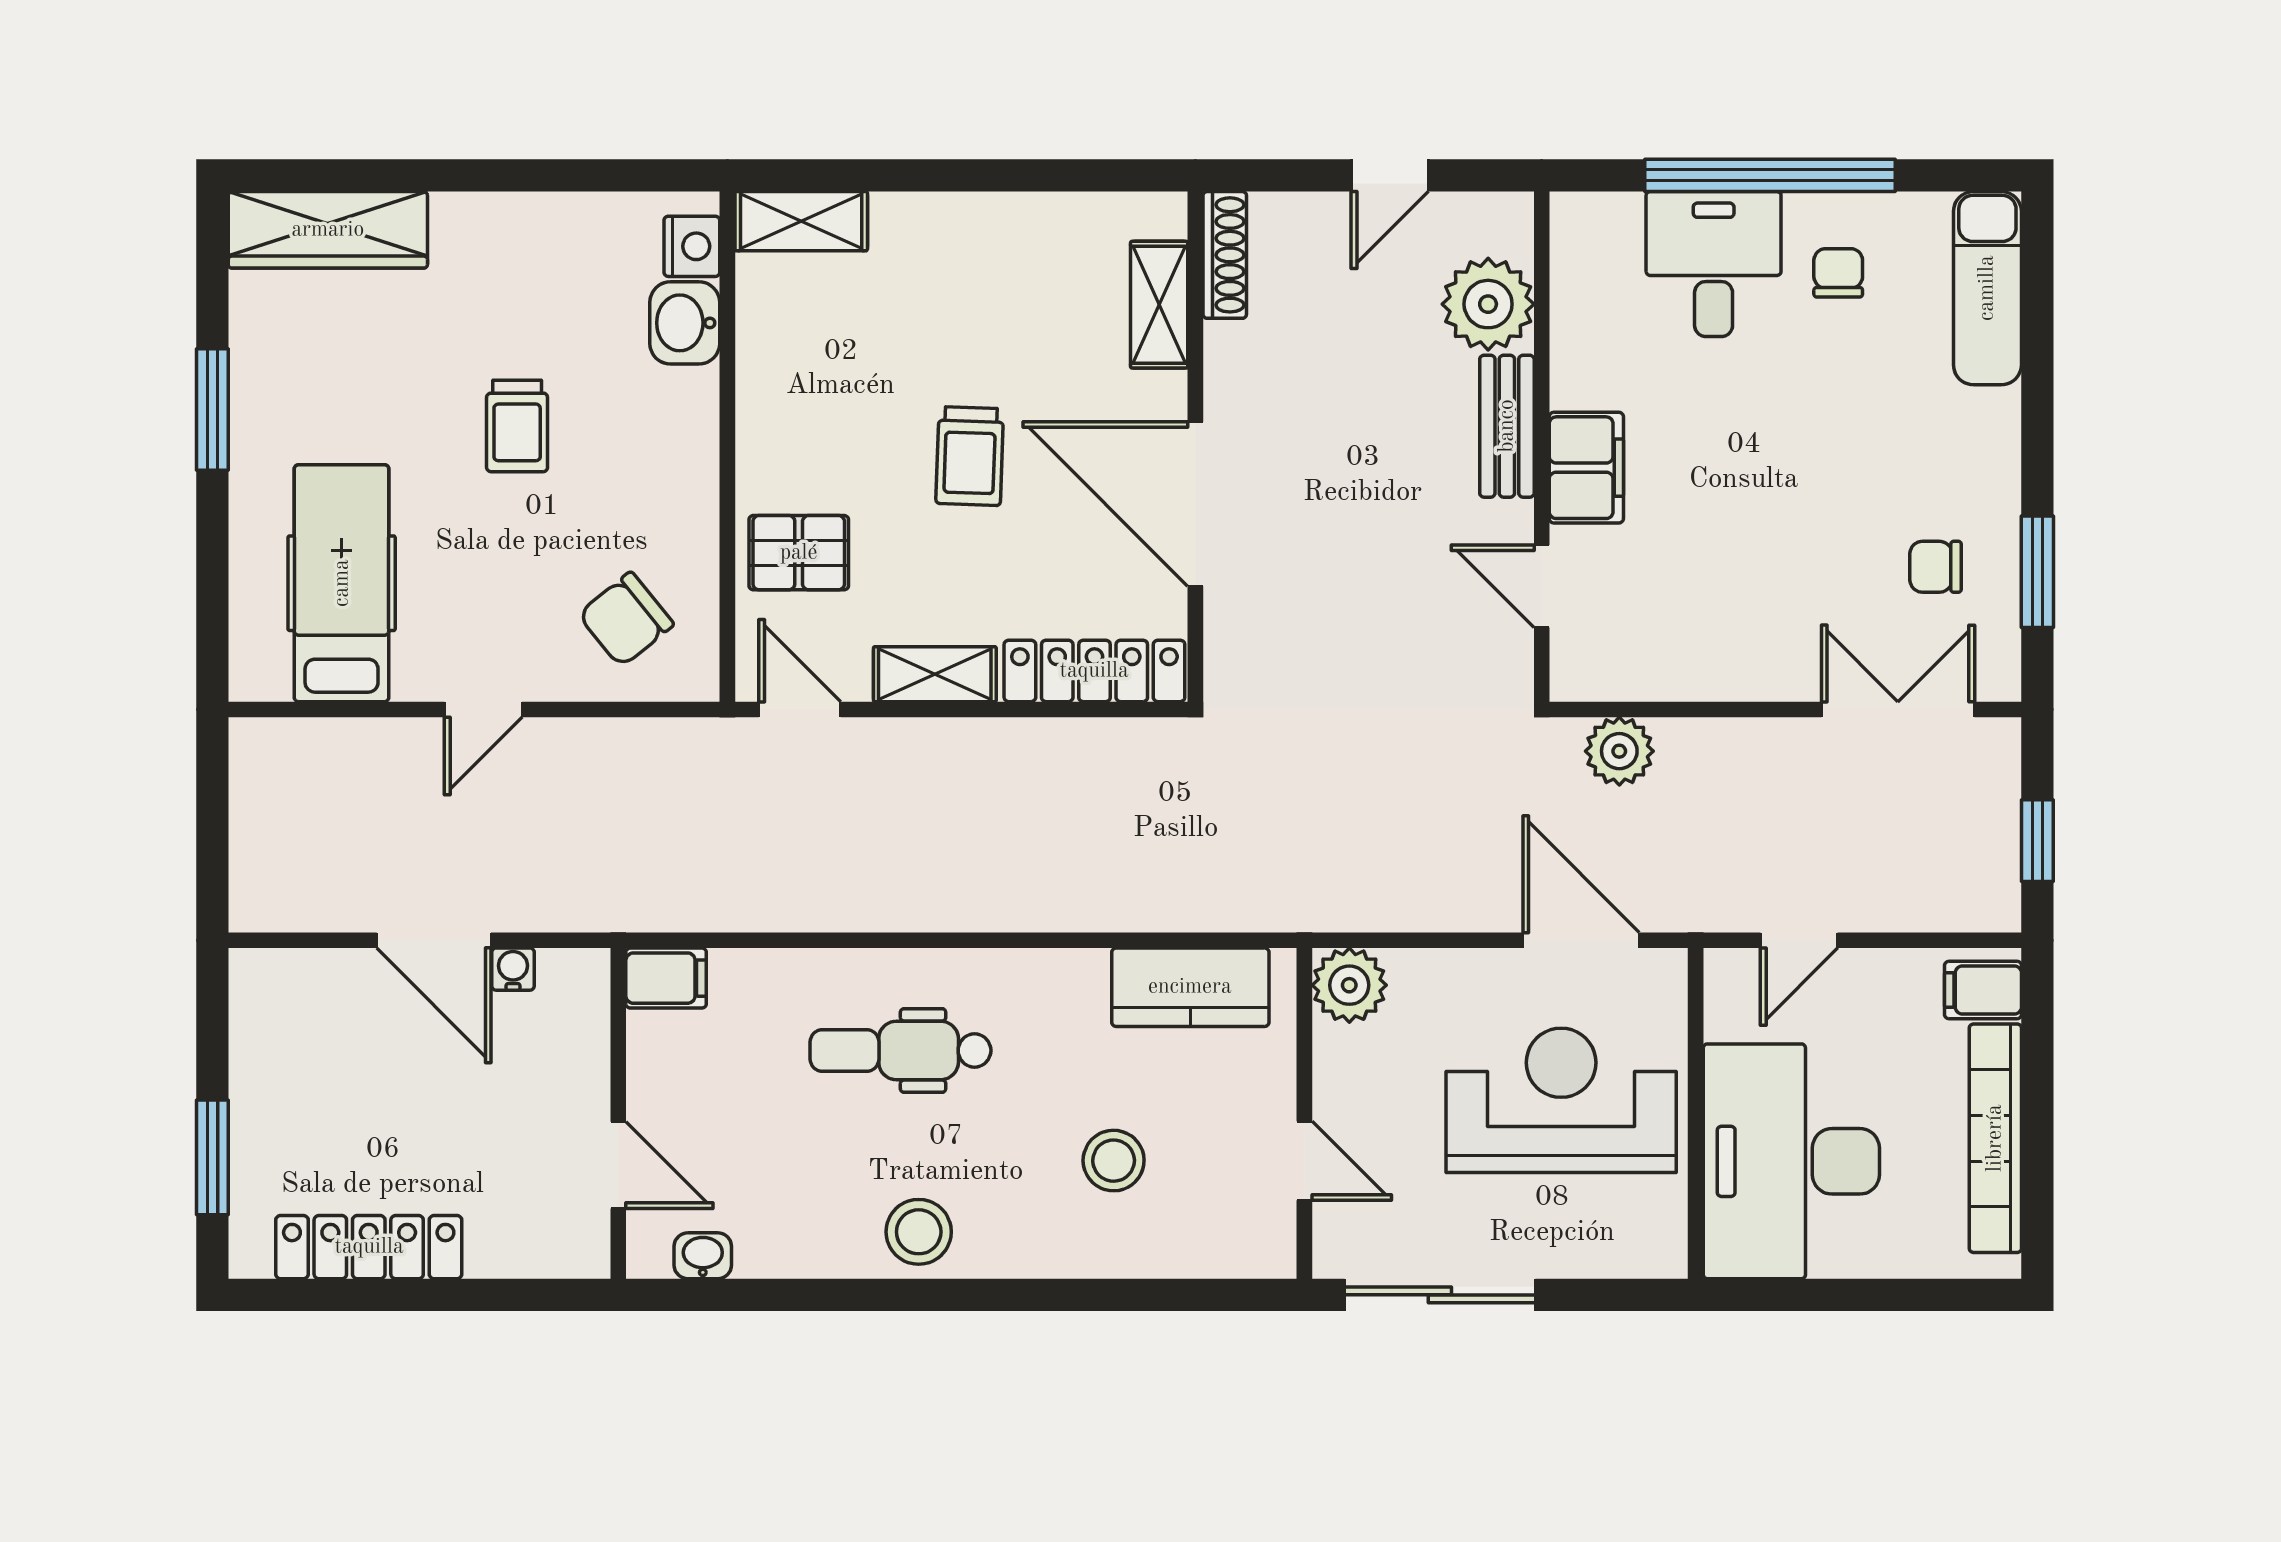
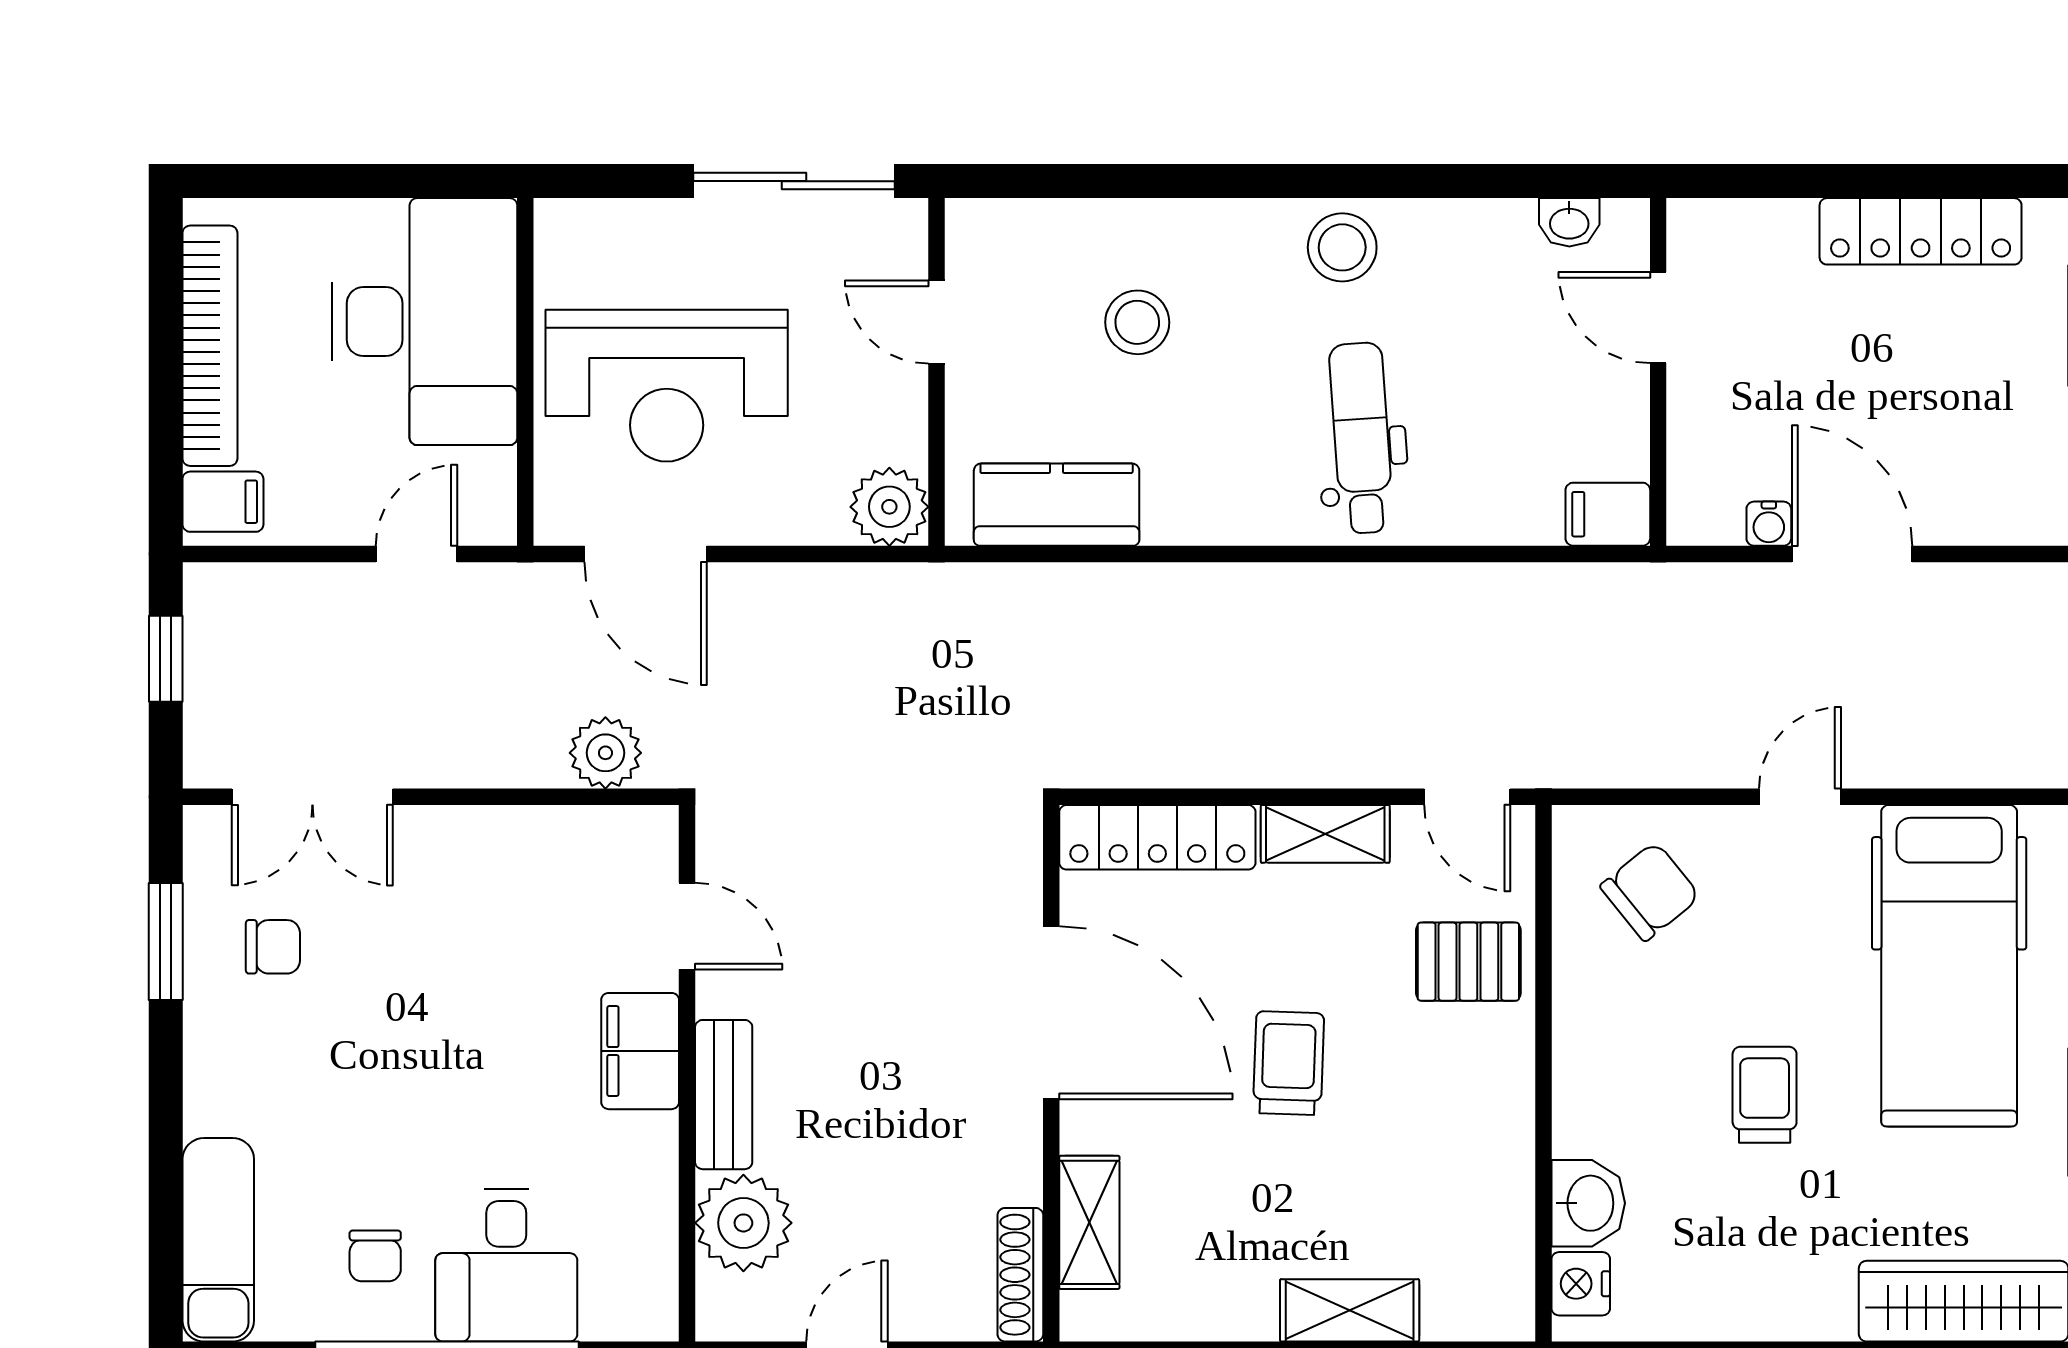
shelving: (801, 221) -> (1350, 1310), moved
hospital bed: (342, 583) -> (1949, 966), width x1.37, depth x1.29
dental chair: (900, 1050) -> (1361, 438), turned -94

